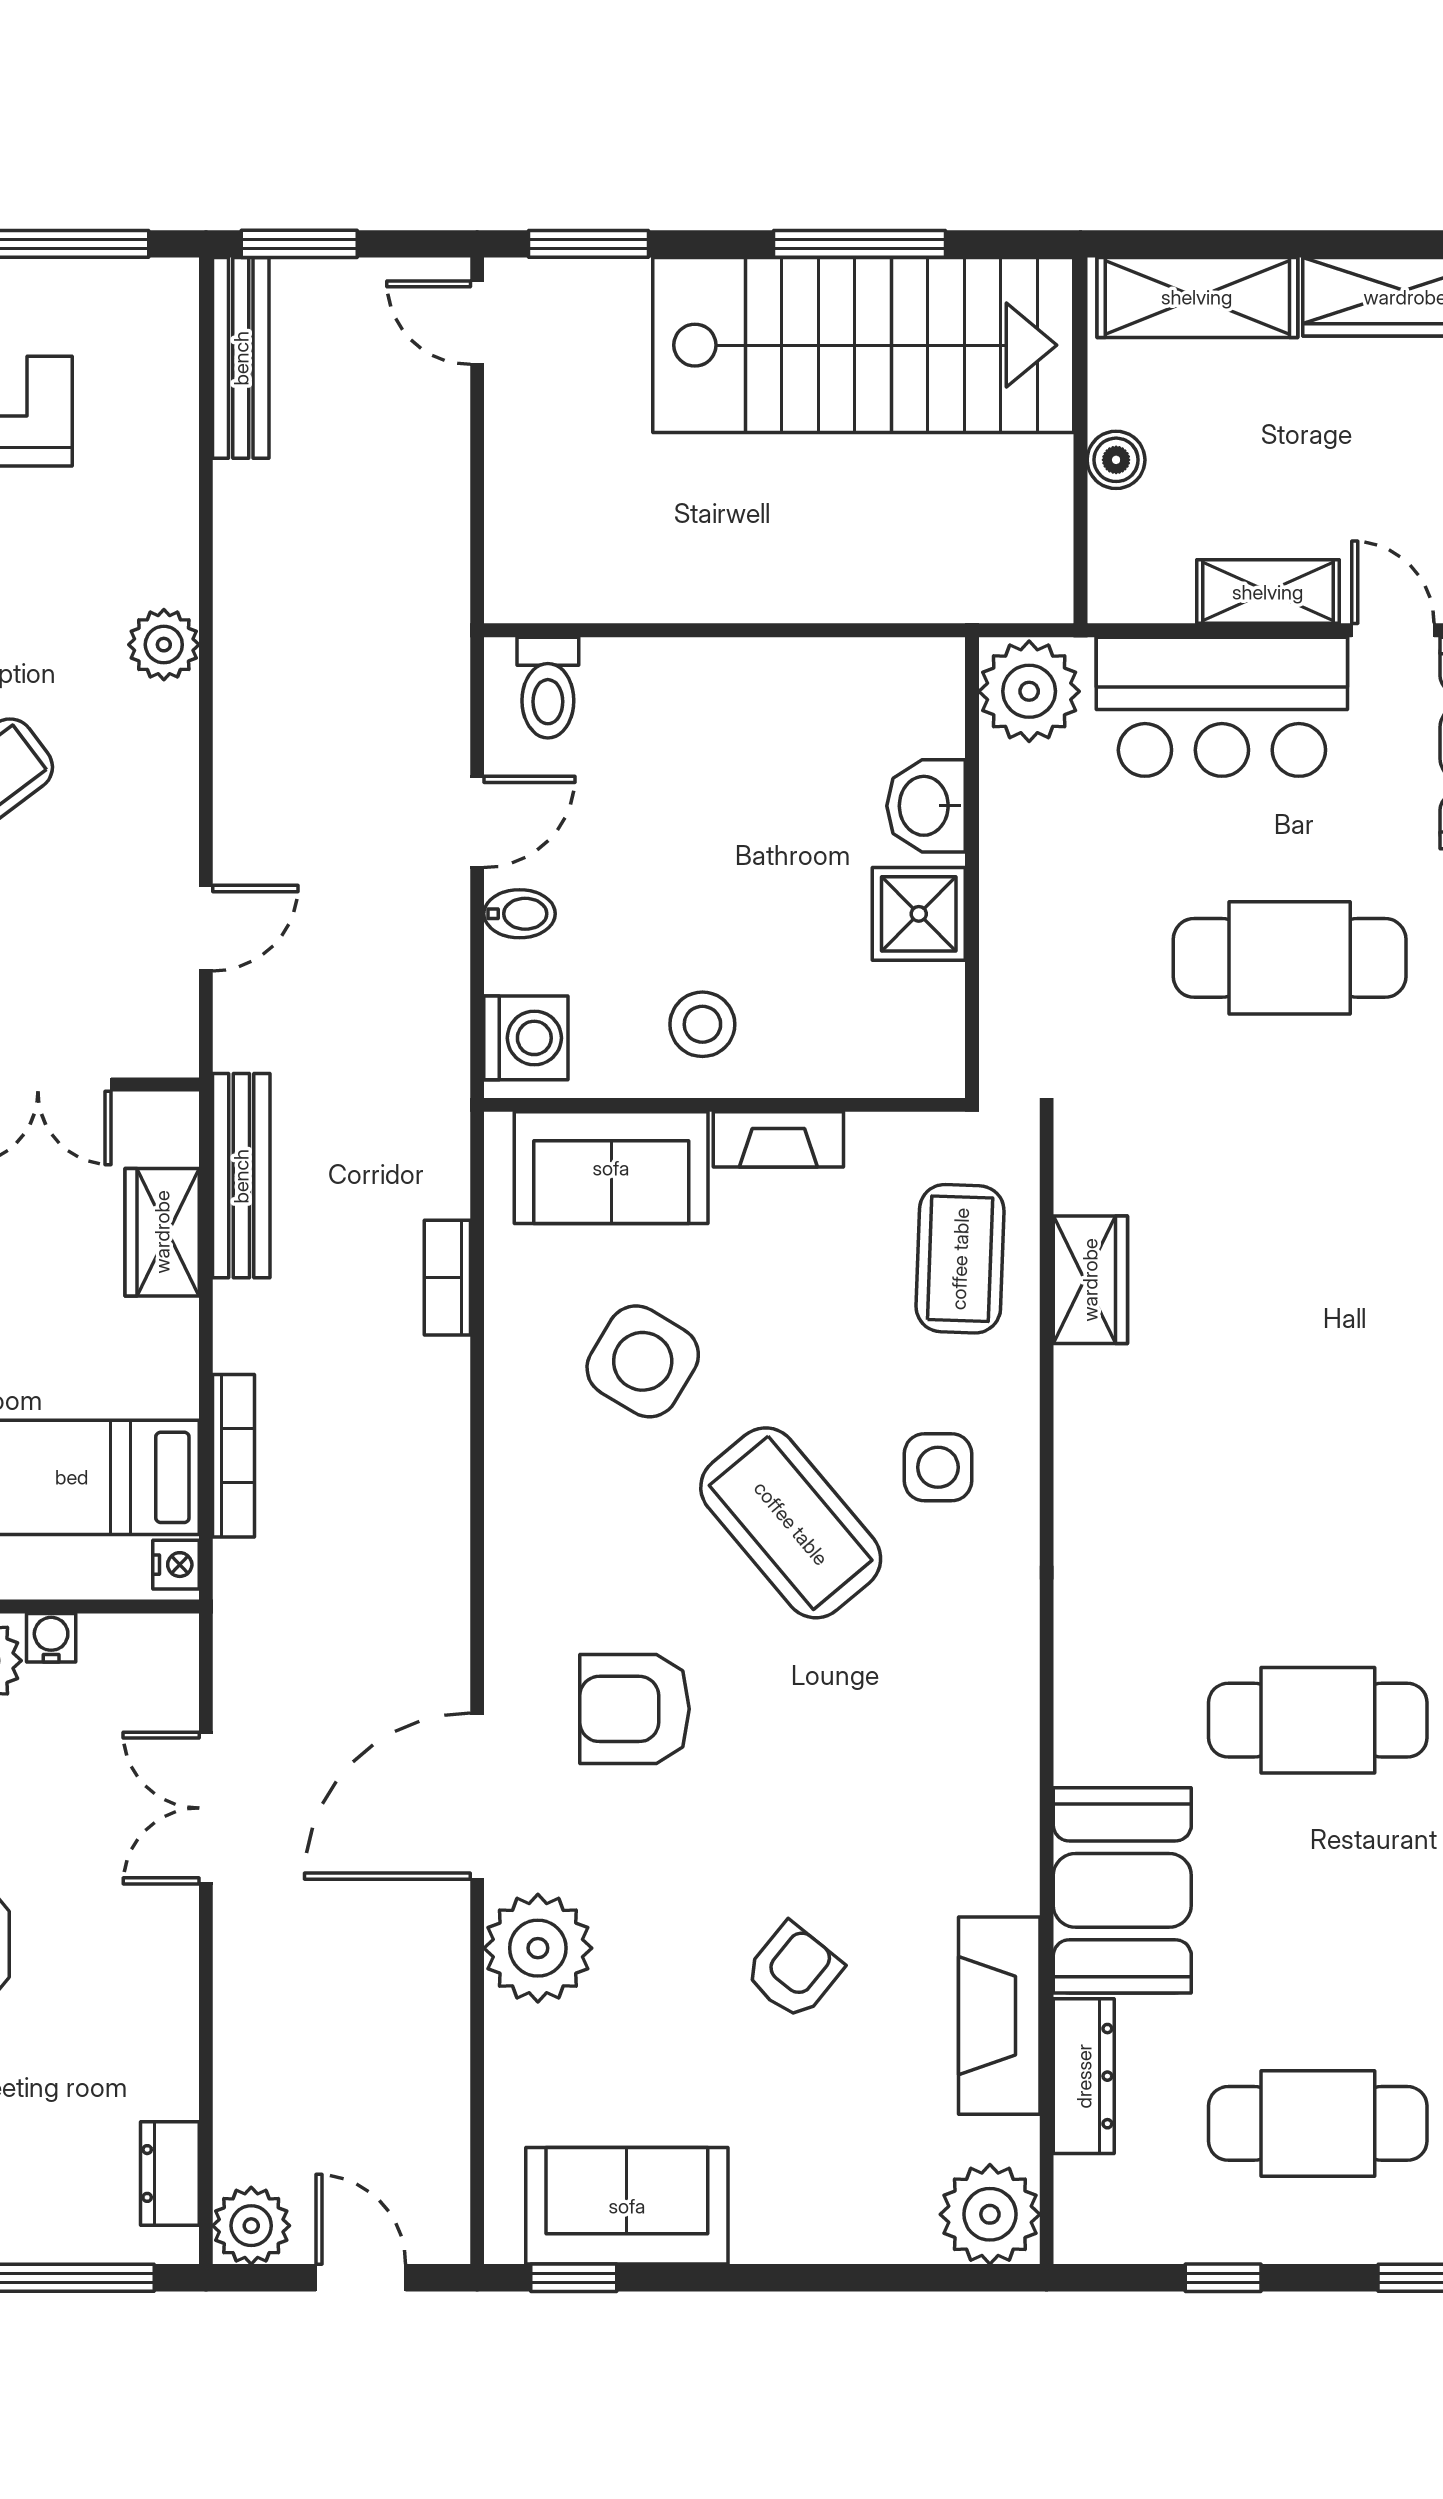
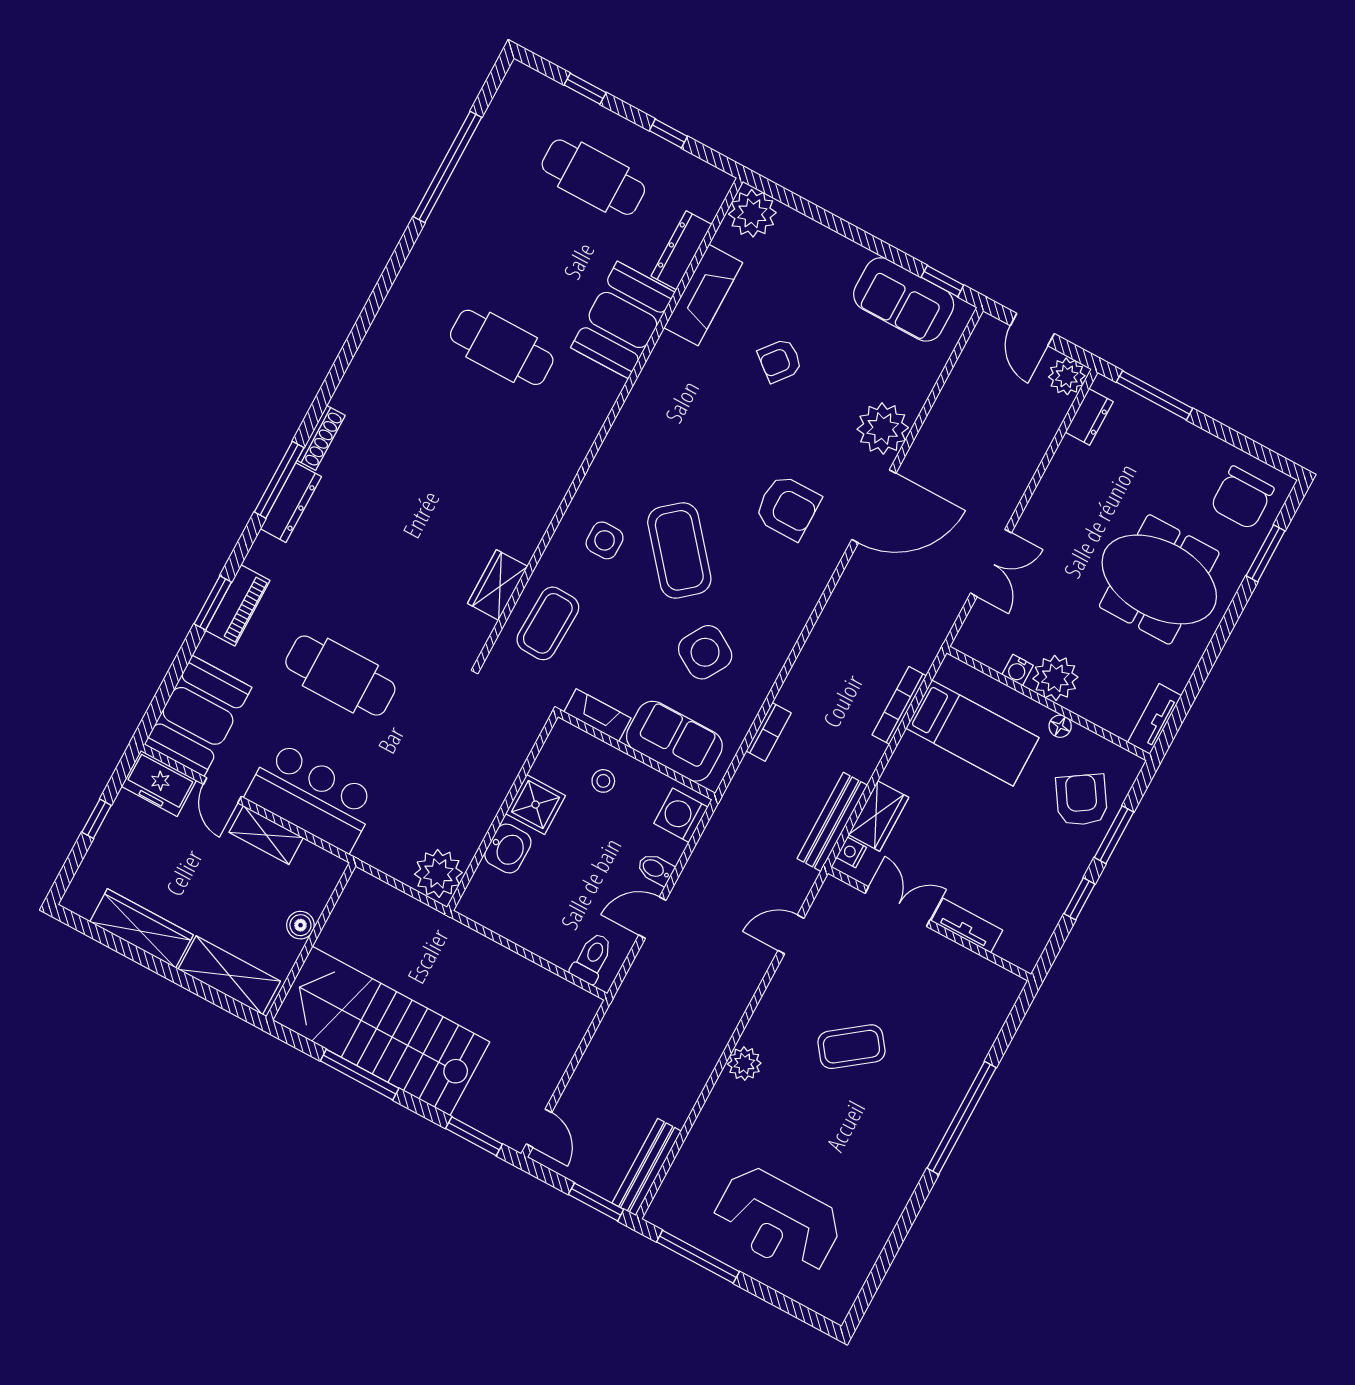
plant: (1029, 691) -> (438, 873), moved
washbasin: (926, 806) -> (508, 848), moved
wall: (972, 868) -> (503, 812), moved
shower: (919, 914) -> (536, 805), moved
stool: (702, 1024) -> (603, 781), width x0.73, depth x0.73
nightstand: (176, 1565) -> (851, 852), moved

